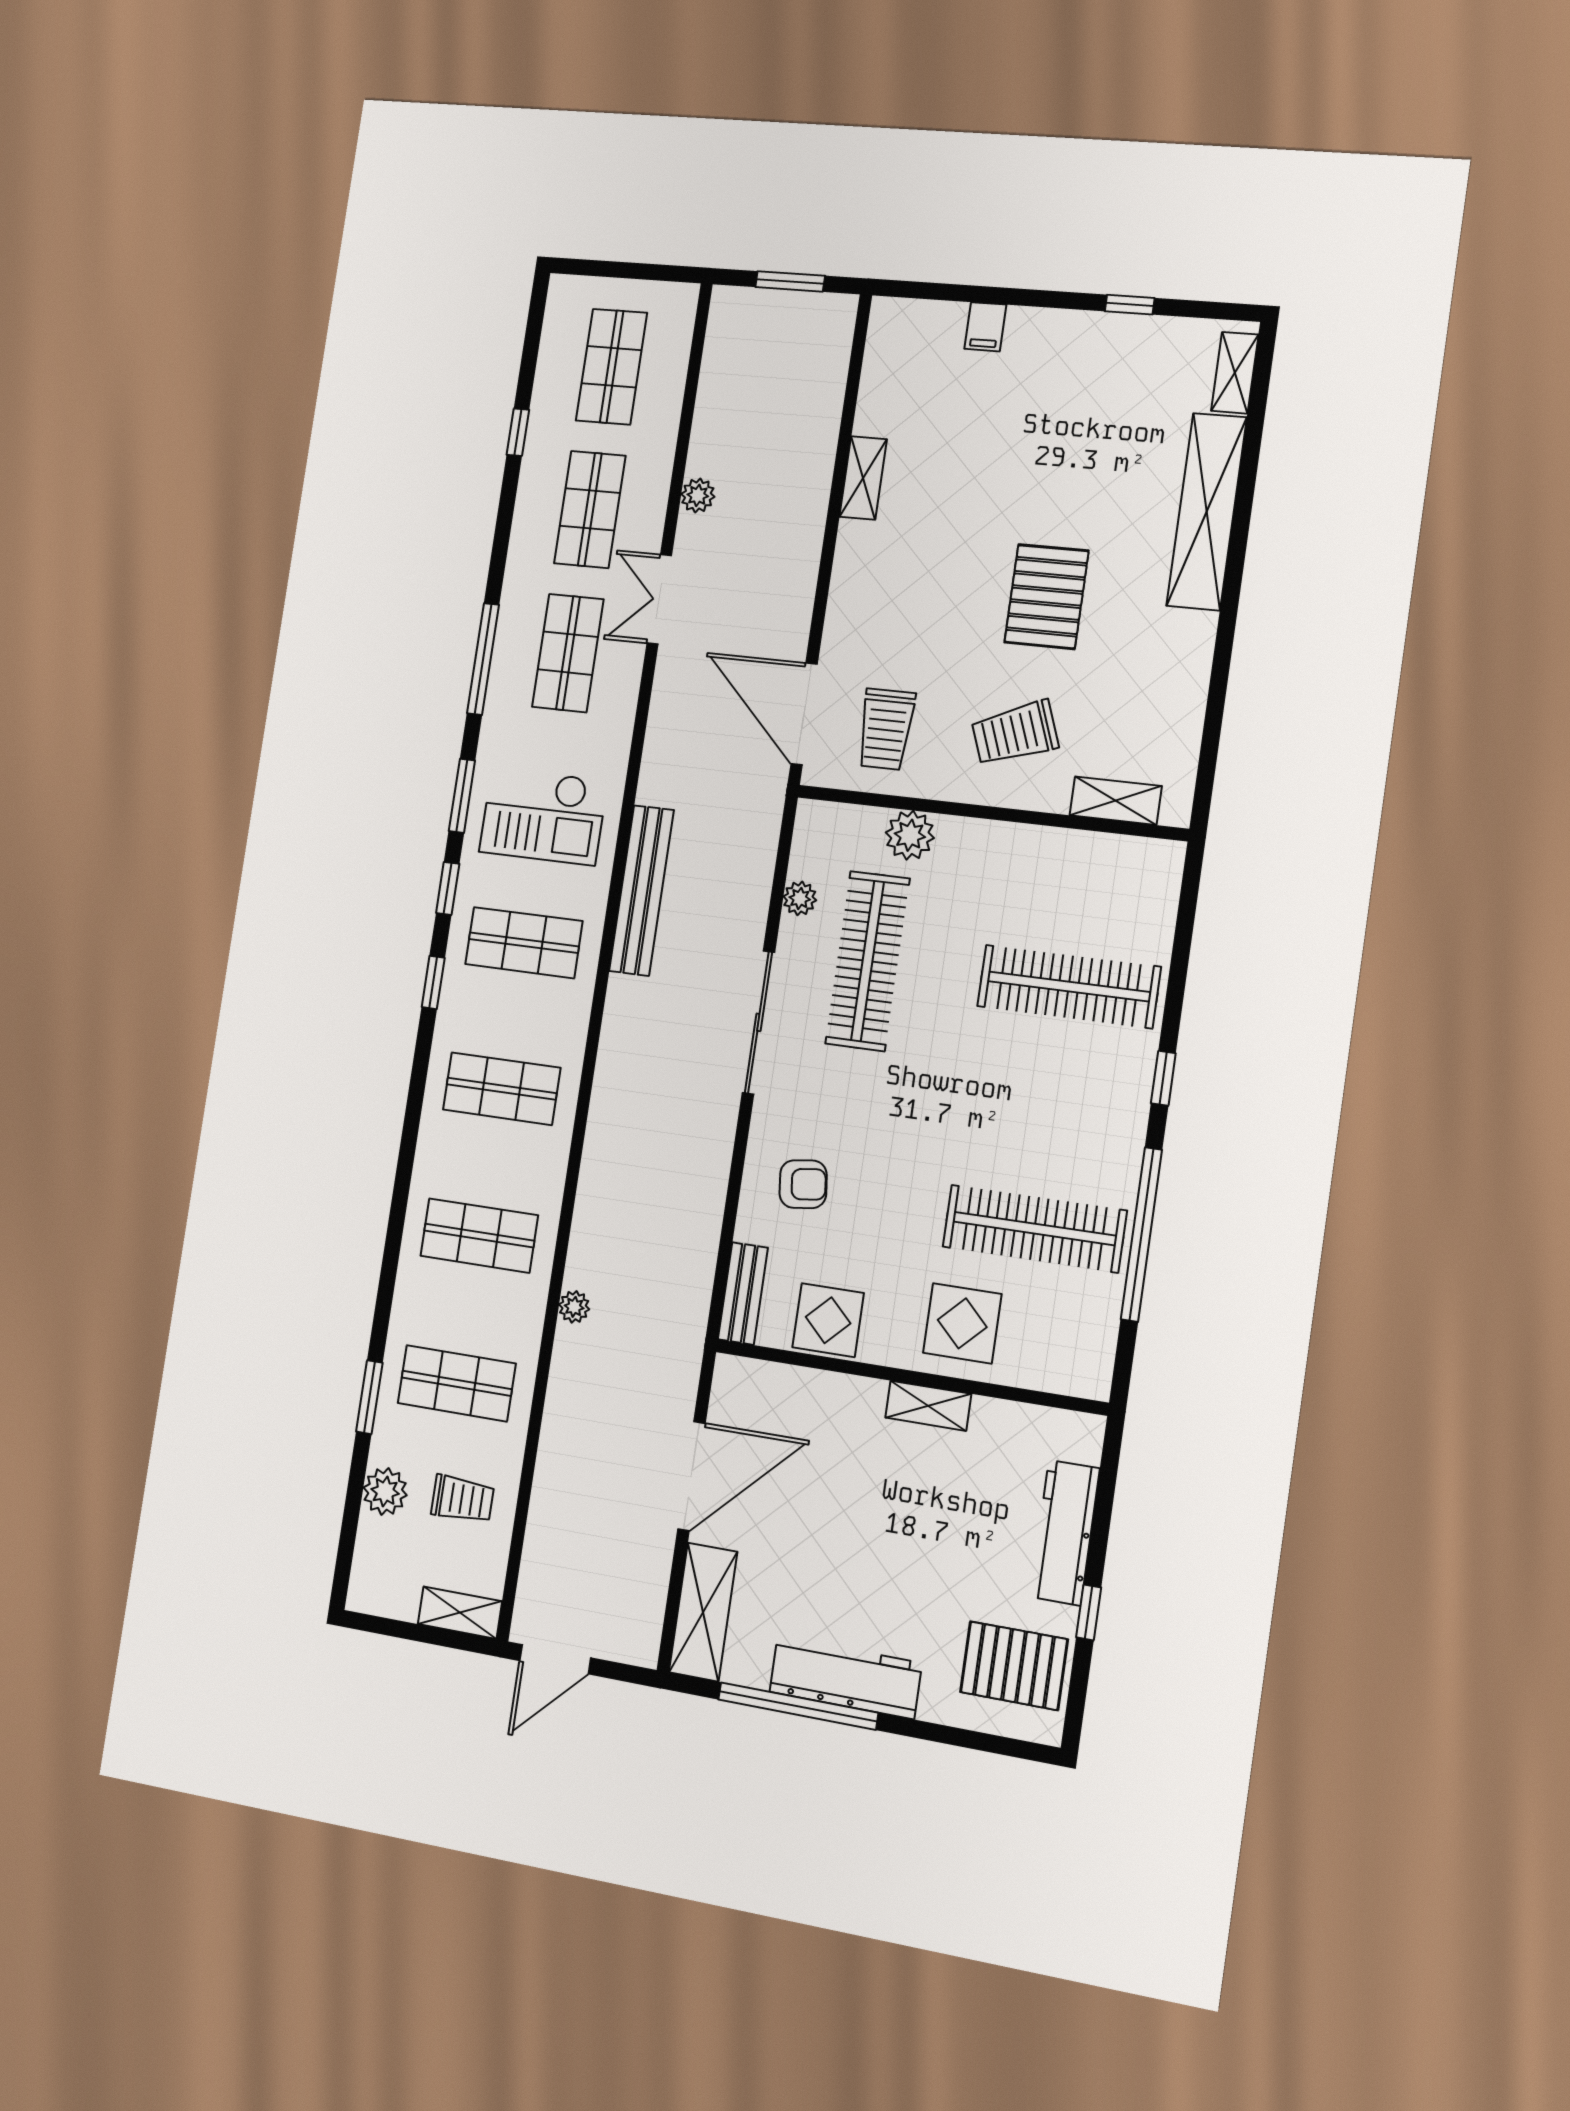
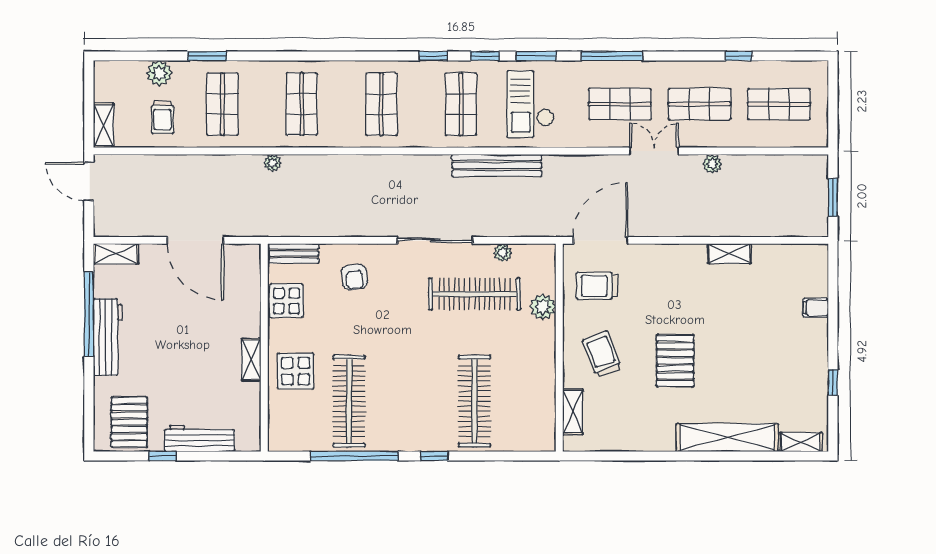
pallet: (1046, 597) -> (675, 361), turned 90
shelving: (703, 1612) -> (116, 254), width x0.67, depth x0.75

